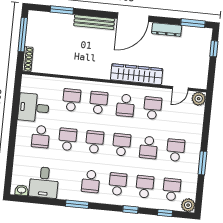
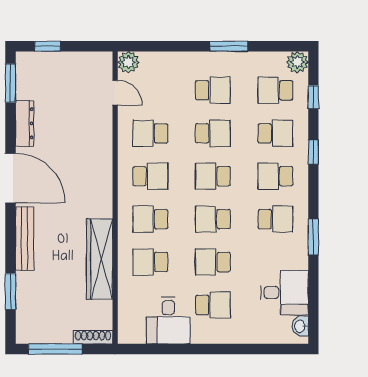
wardrobe: (137, 74) -> (100, 259), moved
school desk: (176, 150) -> (213, 90), turned 180
school desk: (145, 187) -> (275, 133), turned 180

